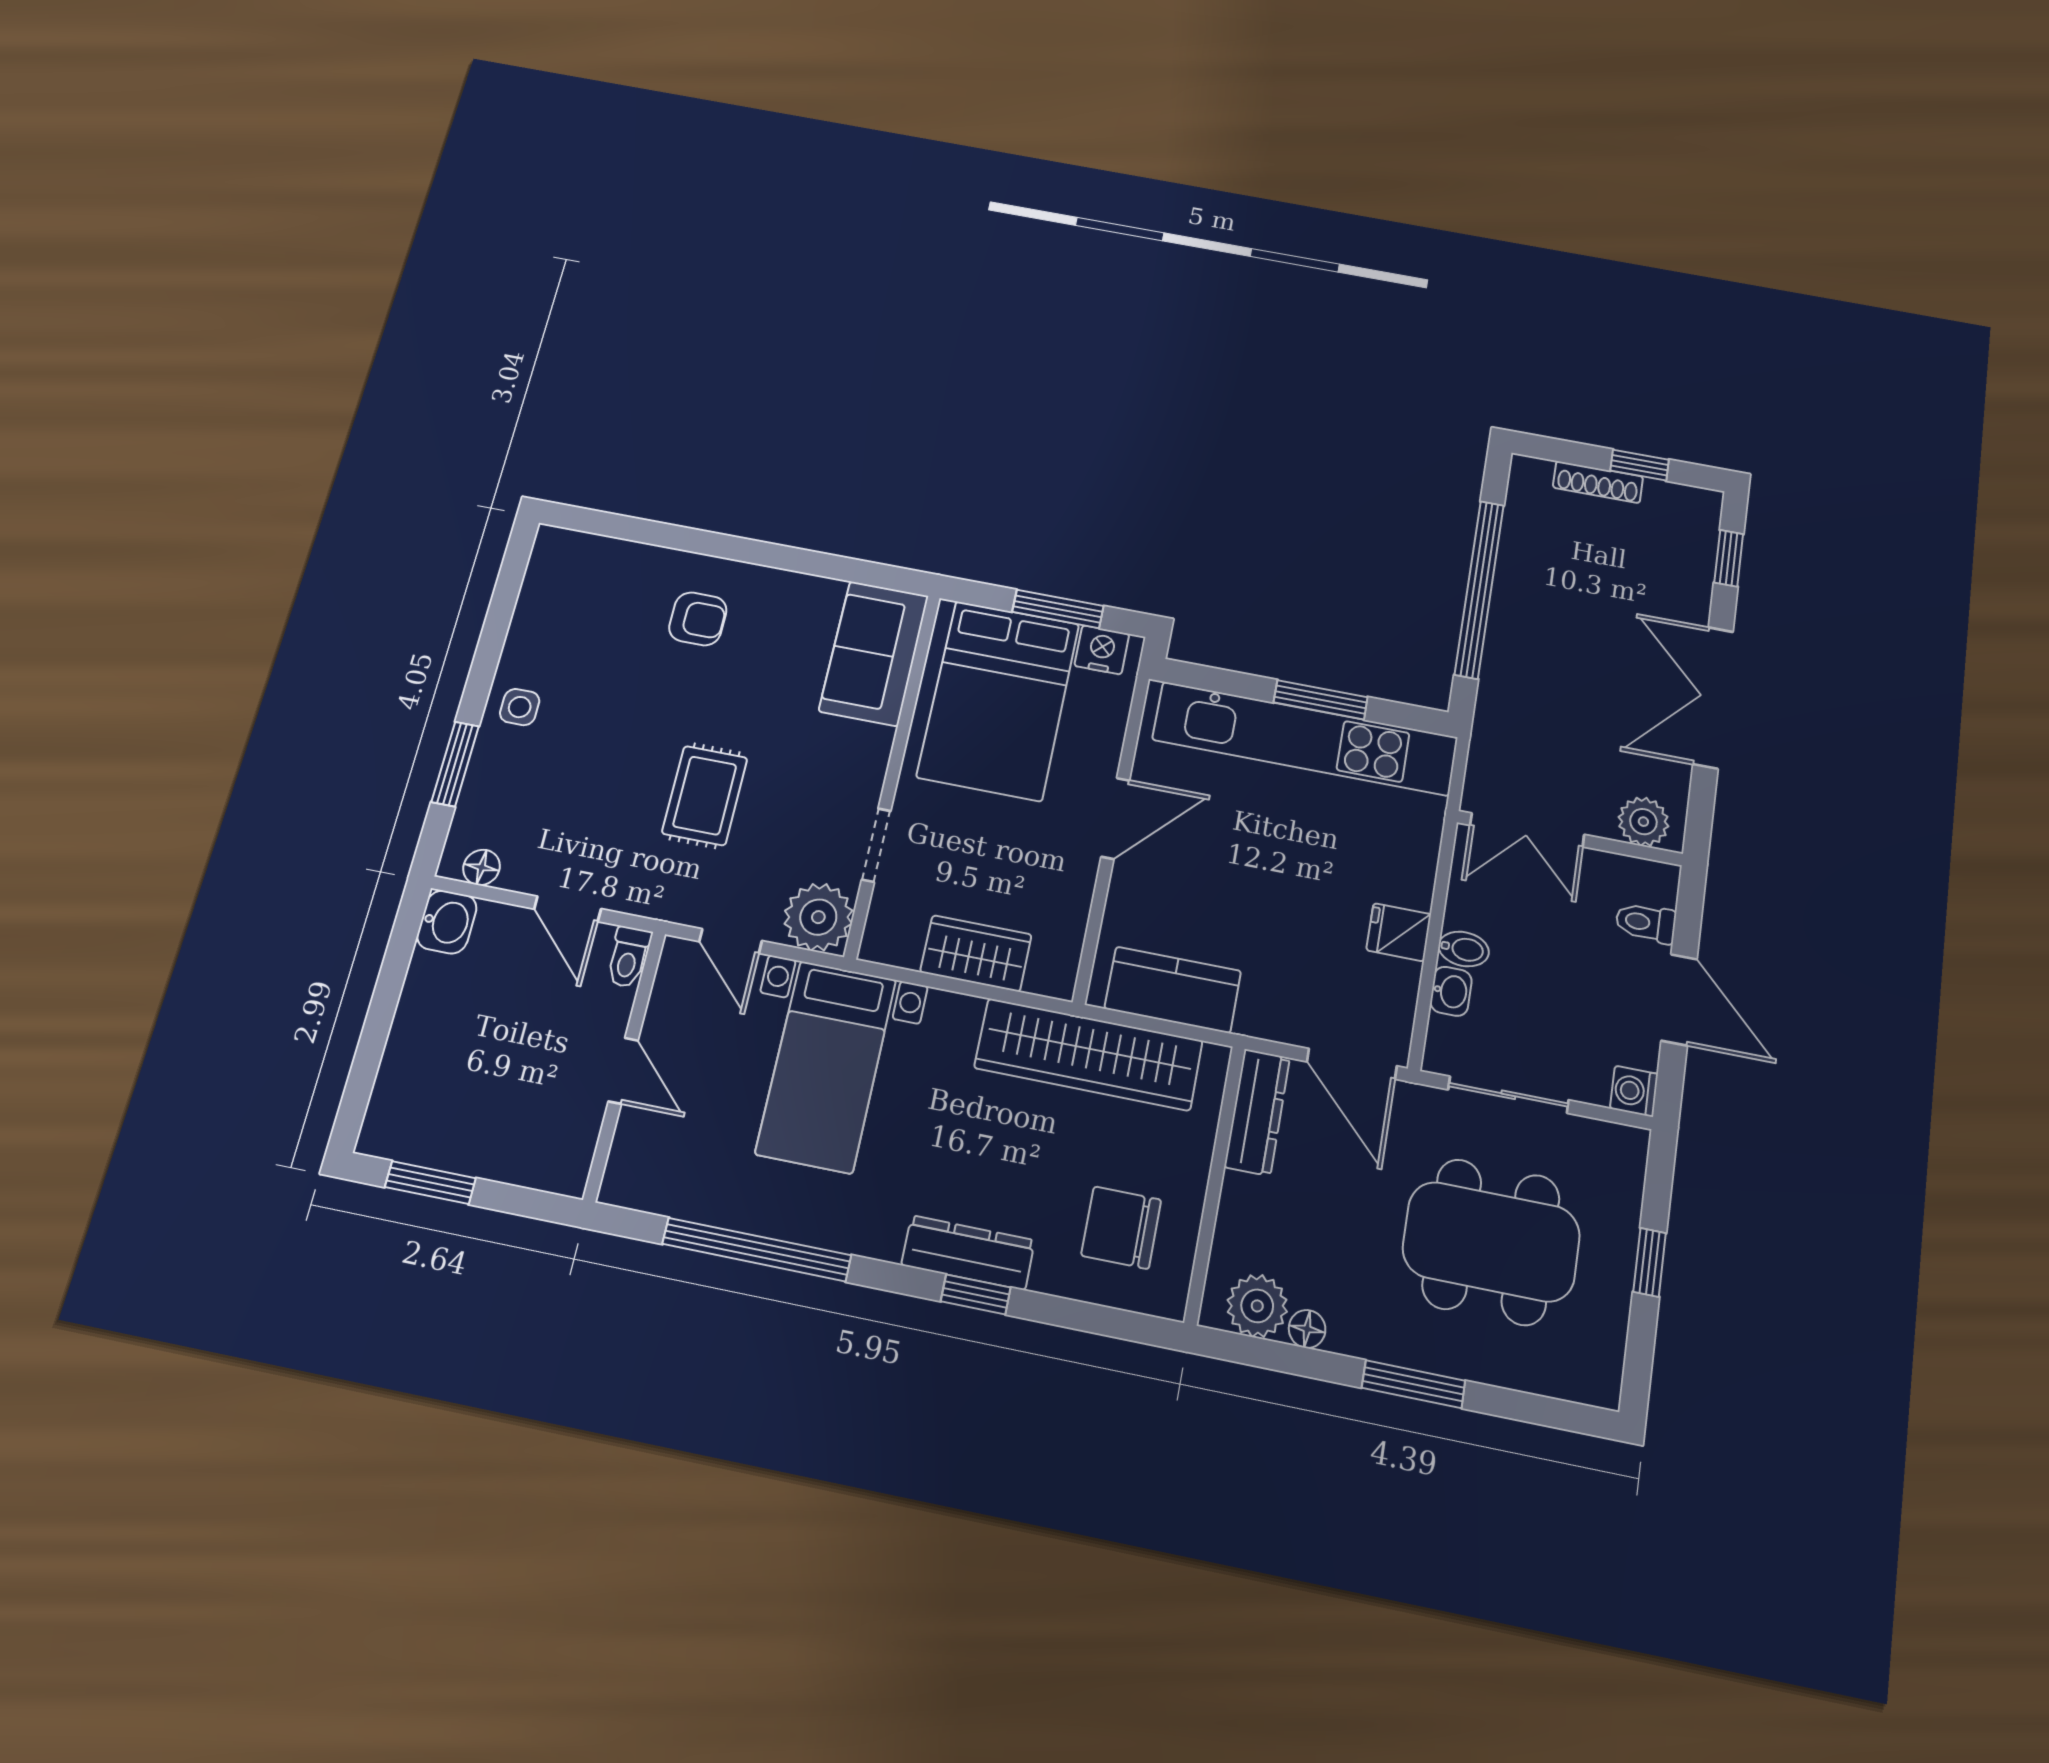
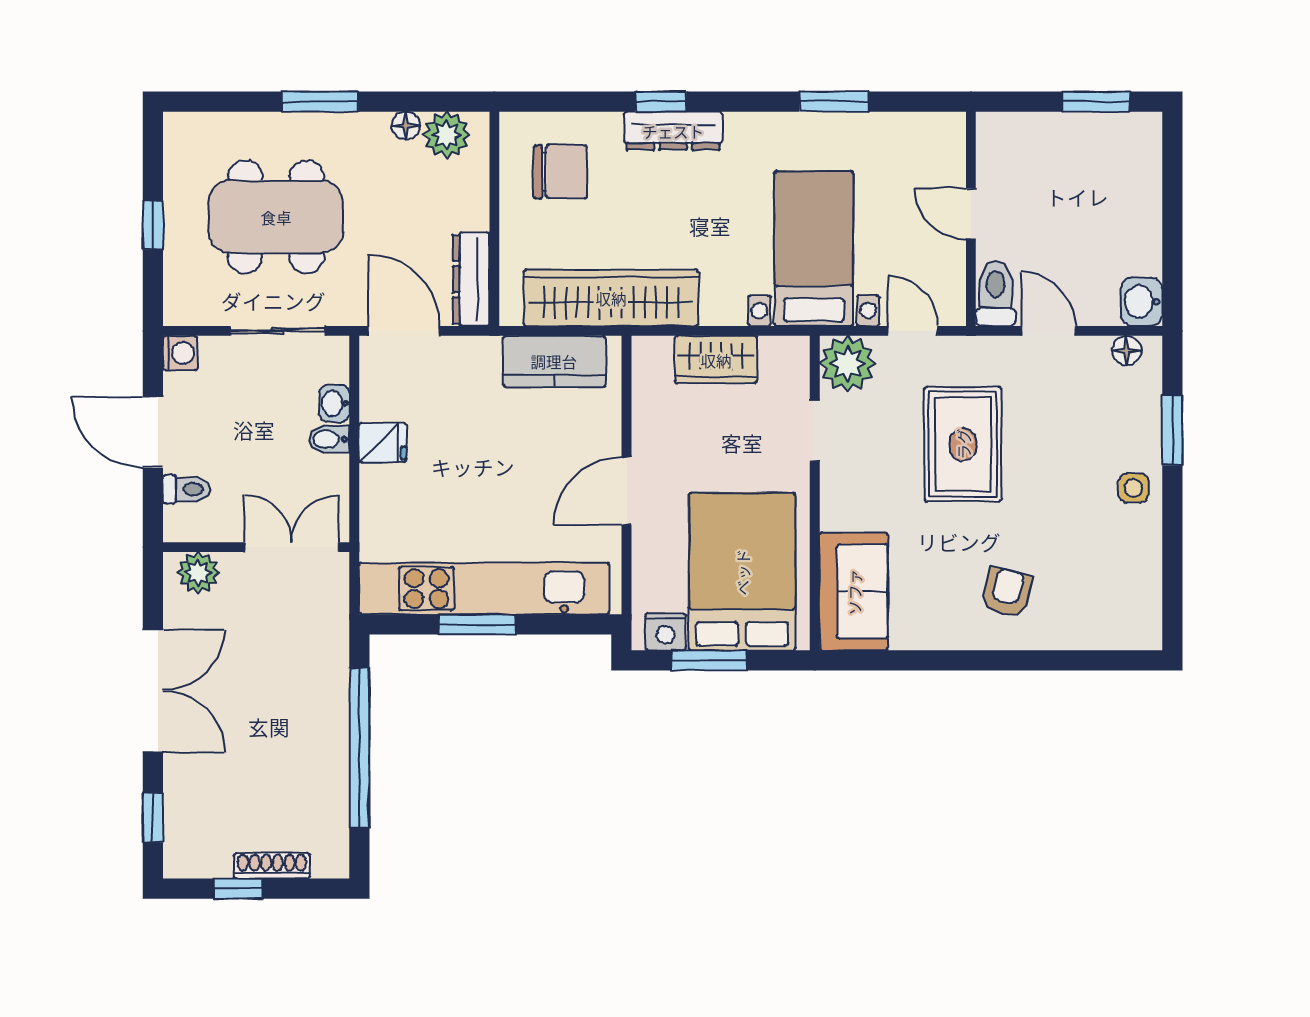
armchair: (698, 619) -> (1007, 592), turned 104
rug: (705, 796) -> (963, 444), width x1.36, depth x1.43
toilet: (628, 957) -> (996, 293), width x1.37, depth x1.39
window: (757, 1250) -> (834, 102), width x0.47

